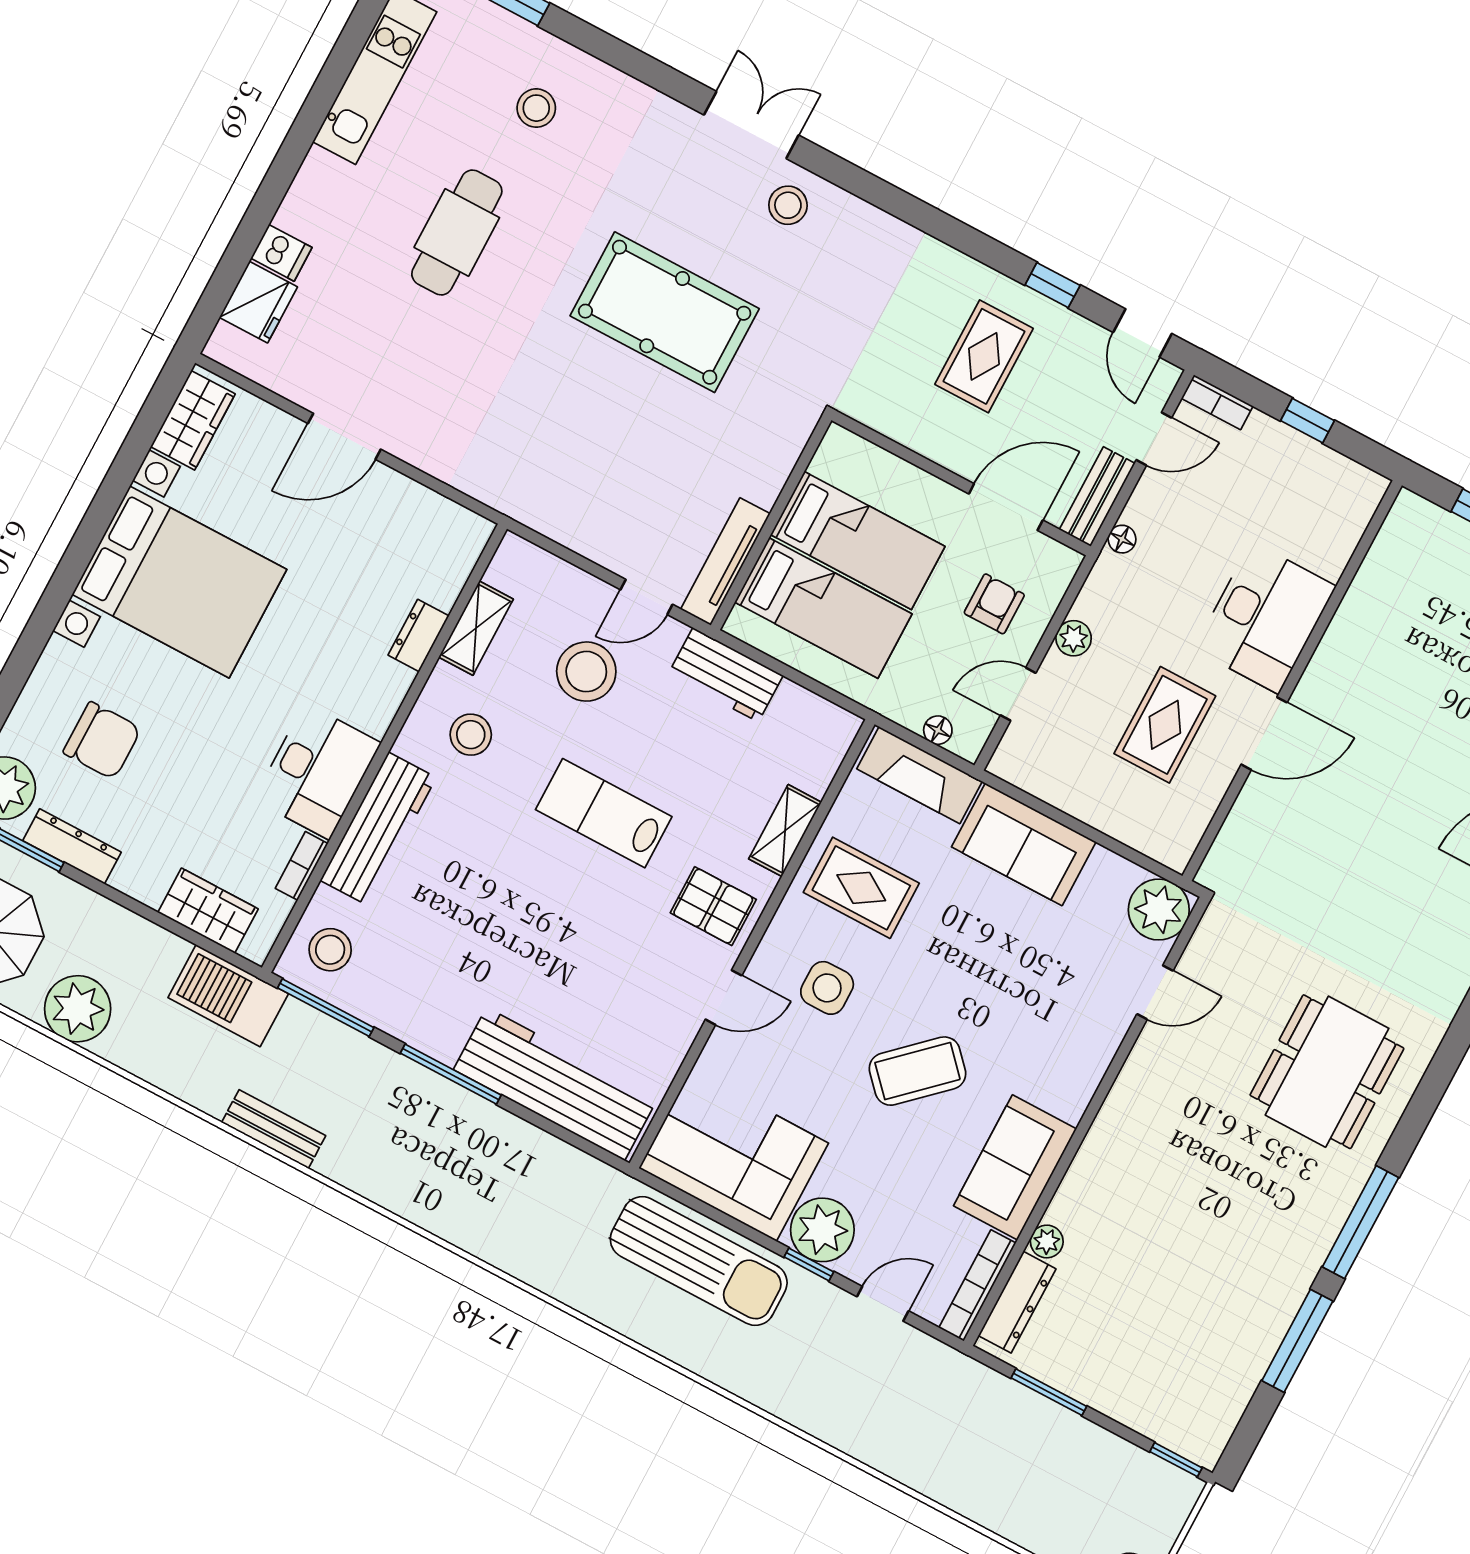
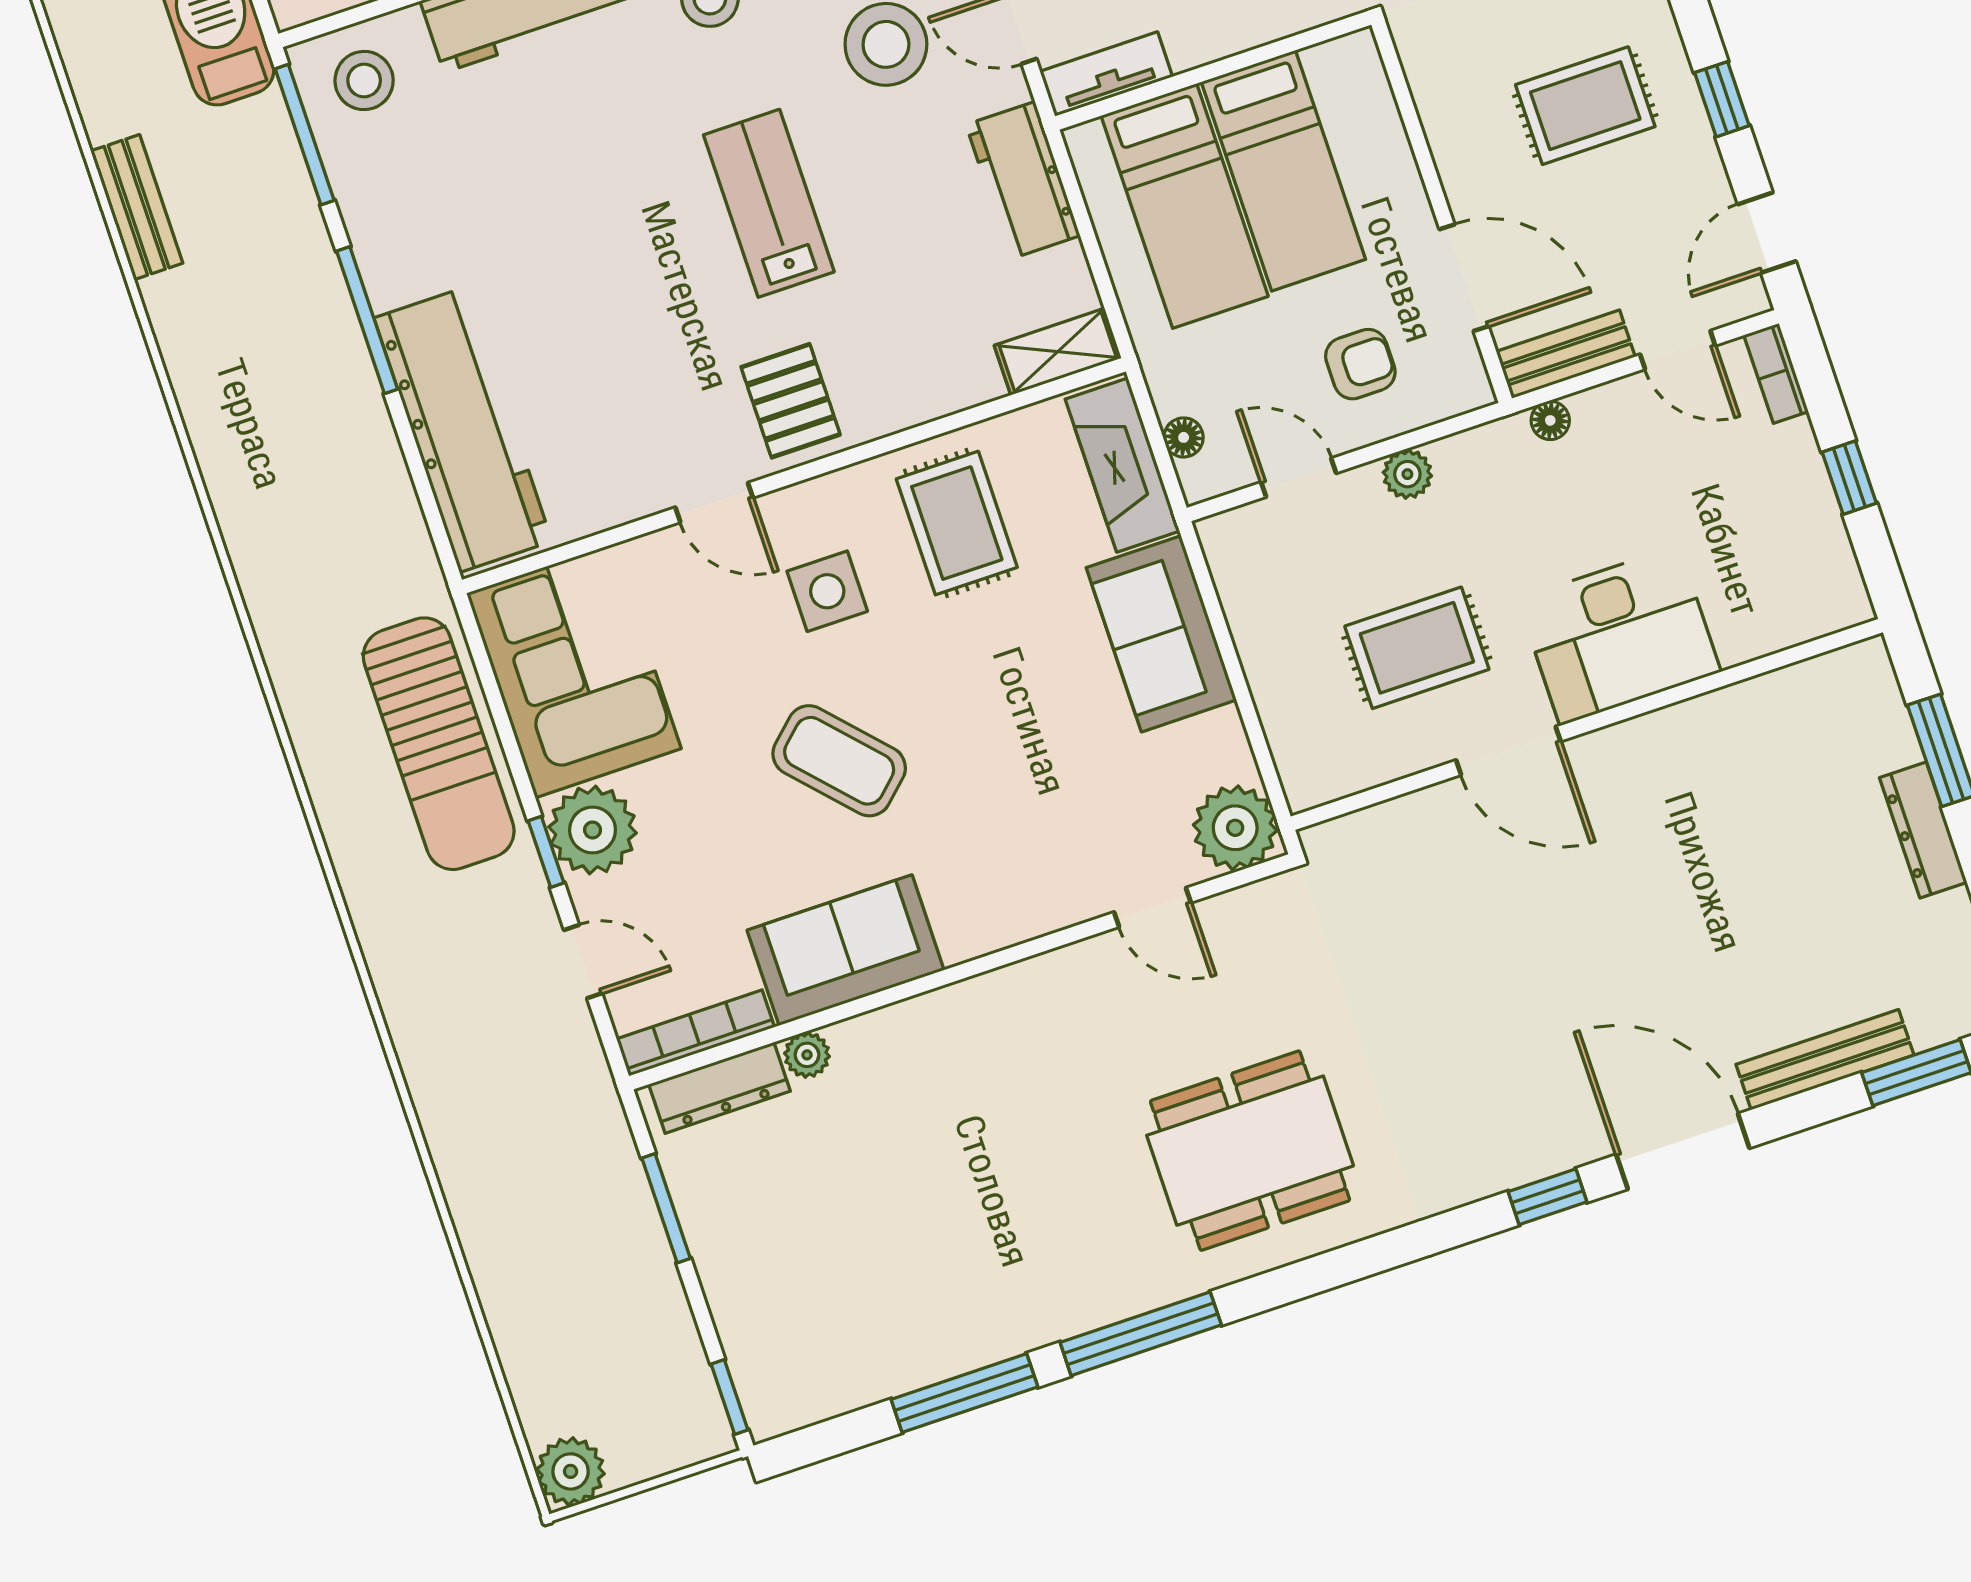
tv unit: (725, 561) -> (1106, 74), width x0.71
shelving: (785, 831) -> (1058, 352), moved

